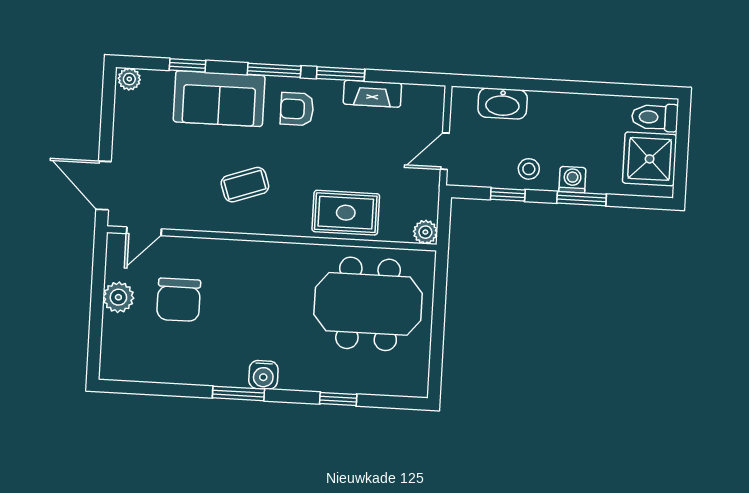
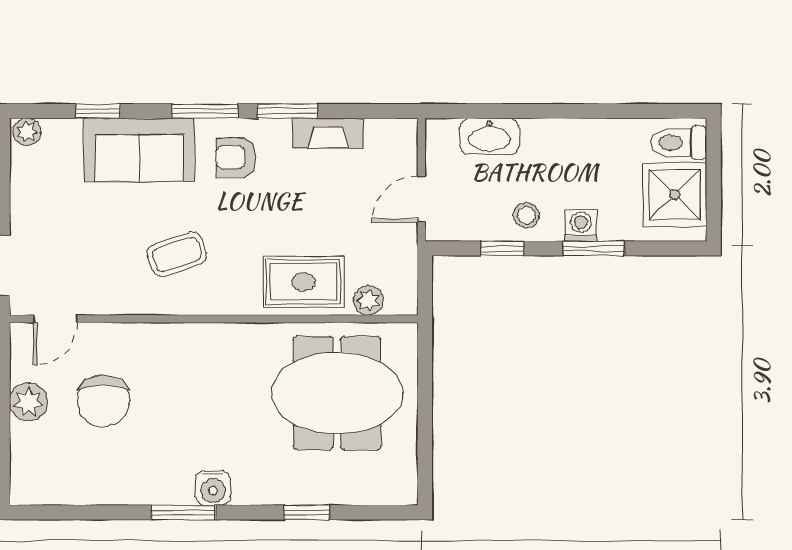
plant: (425, 232) -> (368, 300), moved

